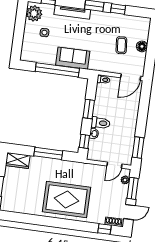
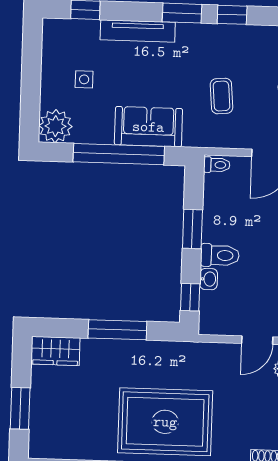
plant: (34, 13) -> (56, 126), moved
coffee table: (121, 45) -> (221, 96), moved

